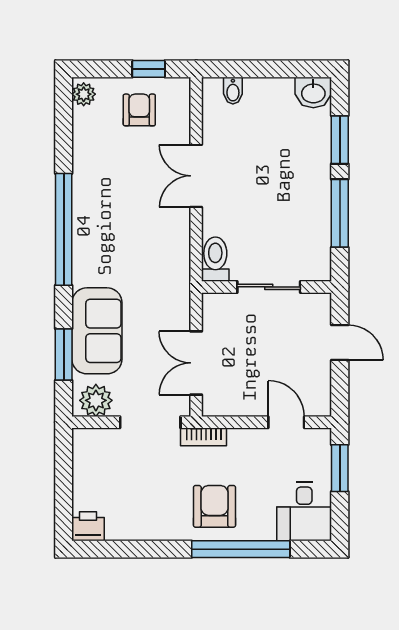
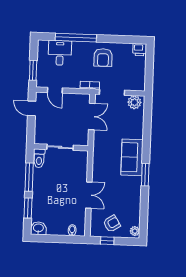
armchair: (139, 110) -> (112, 224), turned -122
window: (64, 229) -> (145, 175), width x0.47
toilet: (215, 259) -> (39, 158), moved
sofa: (97, 331) -> (132, 157), moved
door: (340, 342) -> (32, 108), moved
window: (64, 355) -> (147, 122), removed
armchair: (215, 506) -> (103, 58), moved
desk: (304, 512) -> (60, 53), moved

